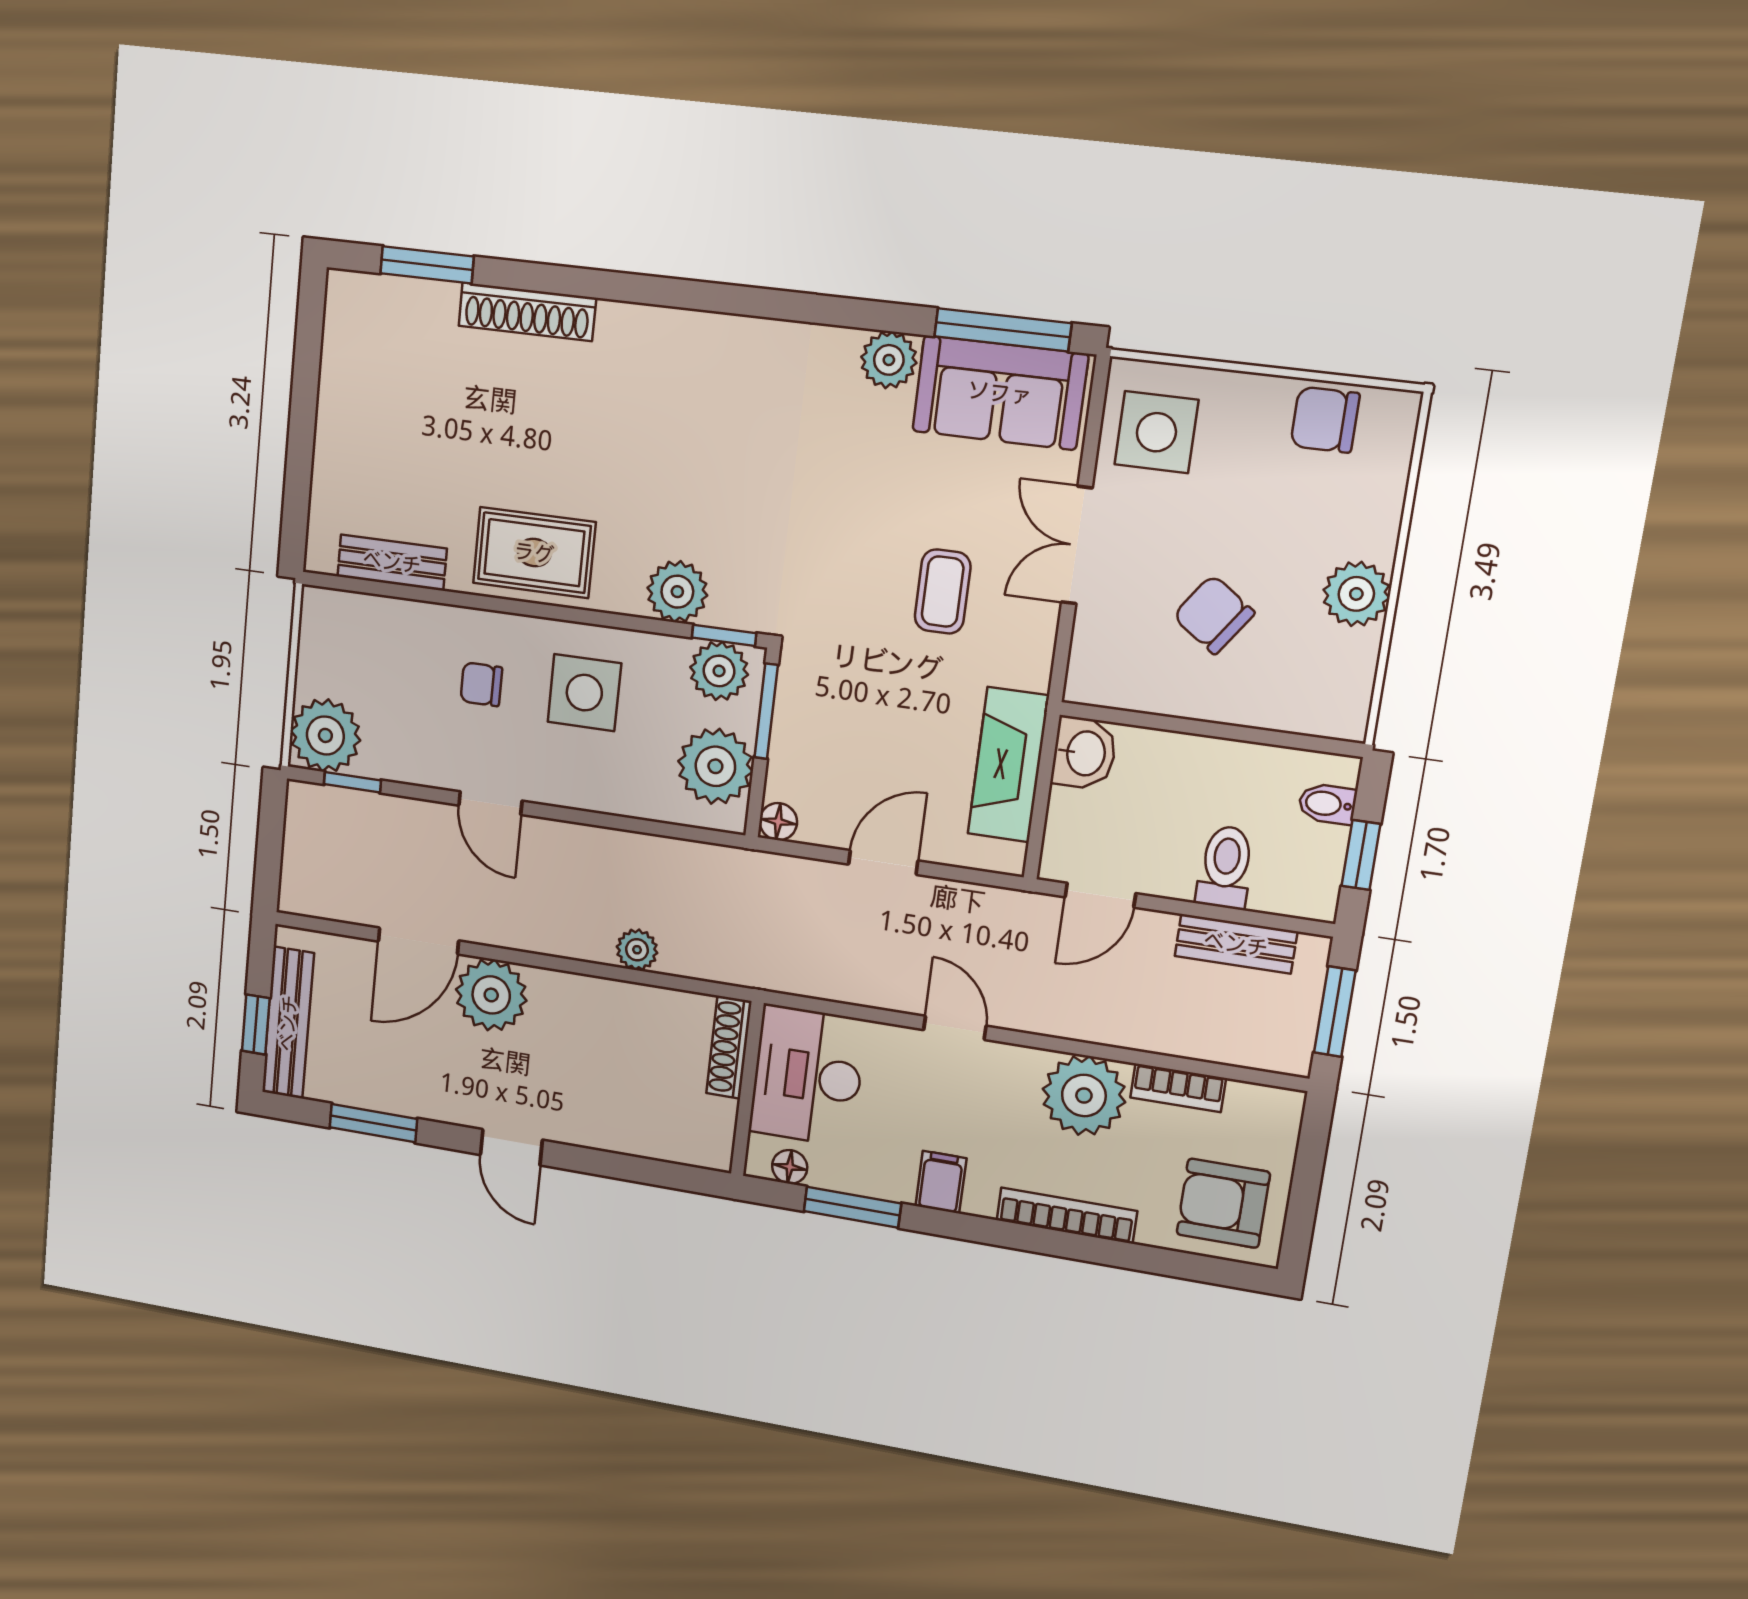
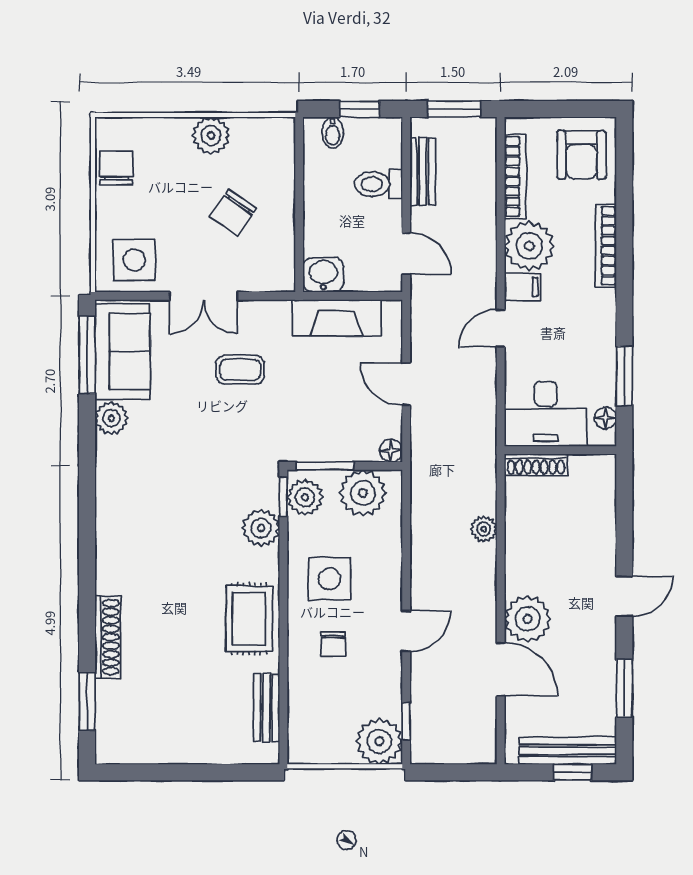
chair: (1325, 420) -> (116, 168), turned 180
bookcase: (1178, 1088) -> (515, 176), width x1.56
filing cabinet: (941, 1182) -> (522, 287), moved, turned 180

